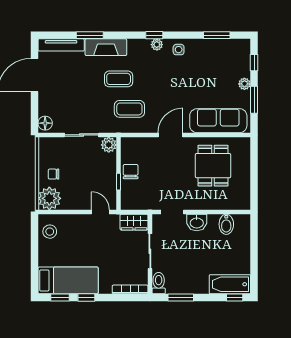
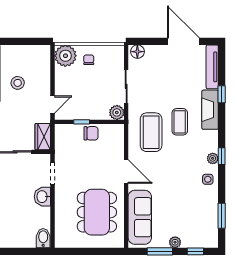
window: (90, 35) -> (222, 94), width x0.67
coffee table: (129, 109) -> (151, 132), width x1.36, depth x1.32
dining table: (213, 166) -> (97, 212), width x1.38
bidet: (226, 224) -> (43, 238), moved, turned 90
stool: (50, 232) -> (18, 83), moved

